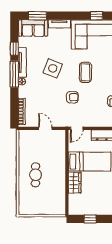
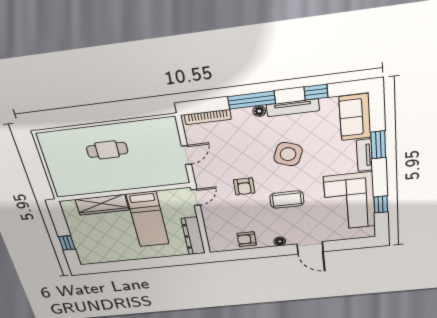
window: (37, 16) -> (378, 145), moved
window: (14, 74) -> (252, 100), moved
door: (77, 128) -> (196, 197), swing flipped
wardrobe: (75, 183) -> (102, 205), width x1.50
window: (90, 219) -> (67, 243), moved

